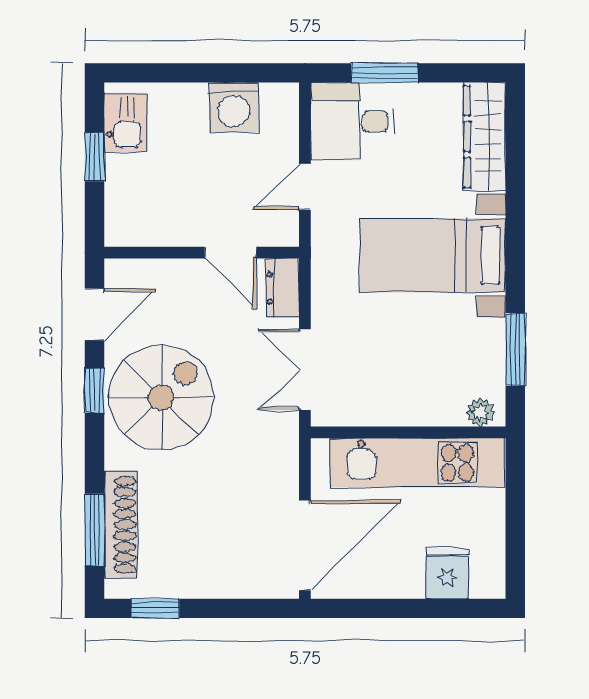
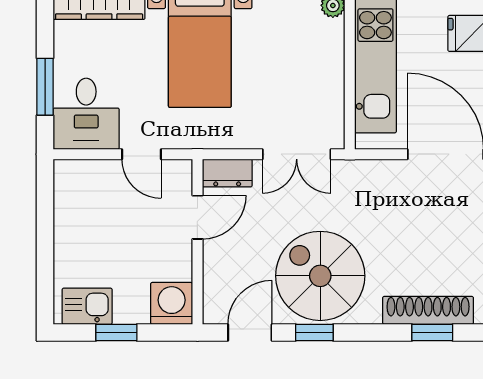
washing machine: (234, 107) -> (172, 303), moved, turned -90
door: (94, 314) -> (250, 332), hinge flipped
window: (94, 530) -> (432, 332), width x0.67

